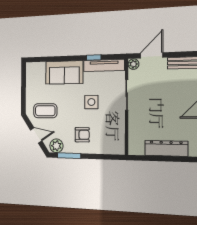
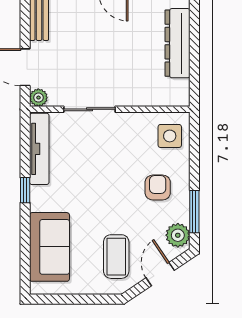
window: (94, 57) -> (25, 190), moved
sofa: (64, 72) -> (49, 247), moved
side table: (91, 102) -> (170, 136), moved

